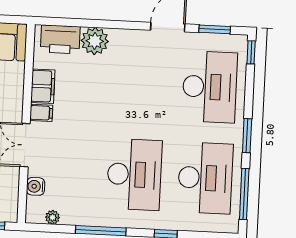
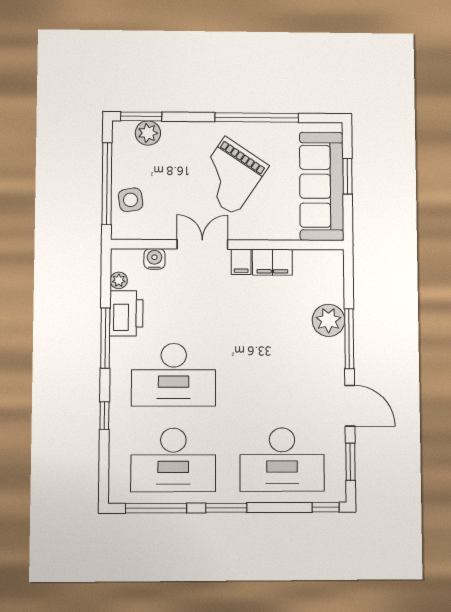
window: (111, 24) -> (349, 339), added
printer: (60, 39) -> (126, 313), moved, turned 180

